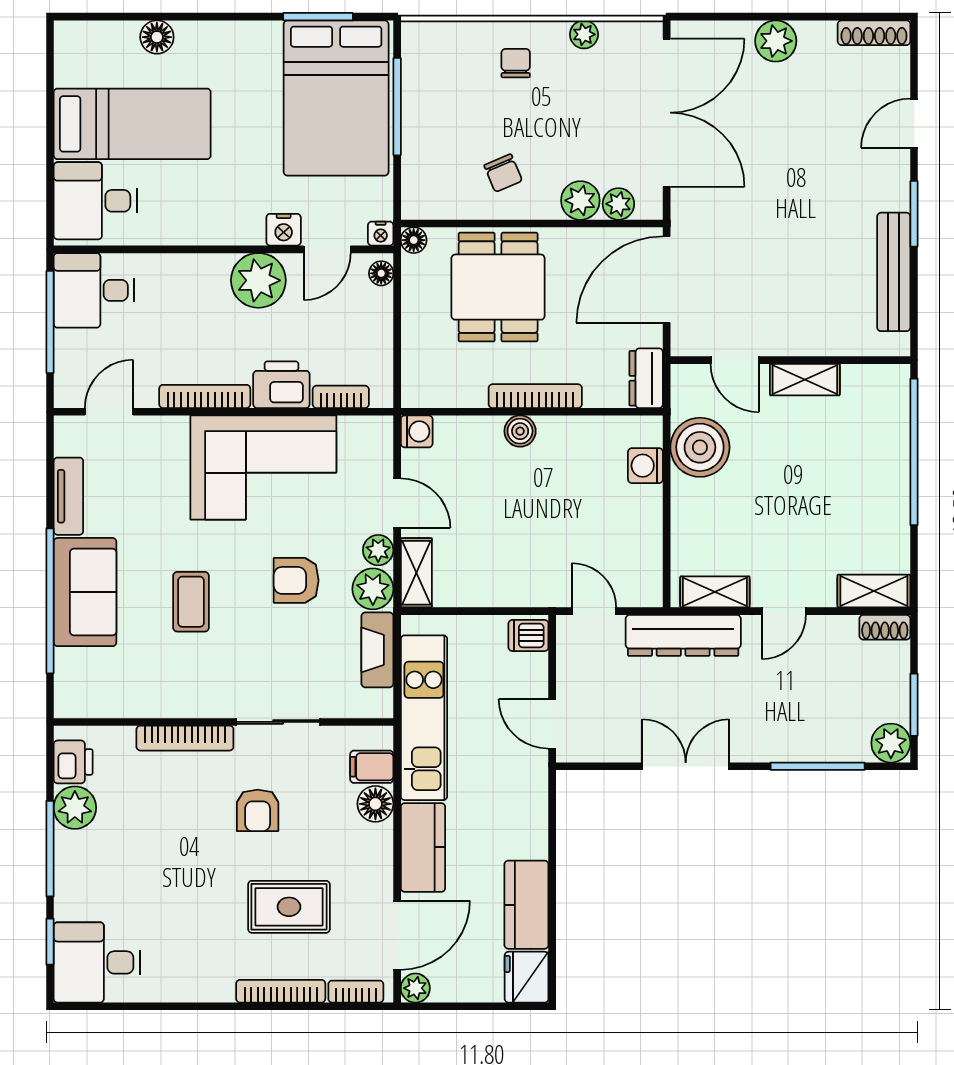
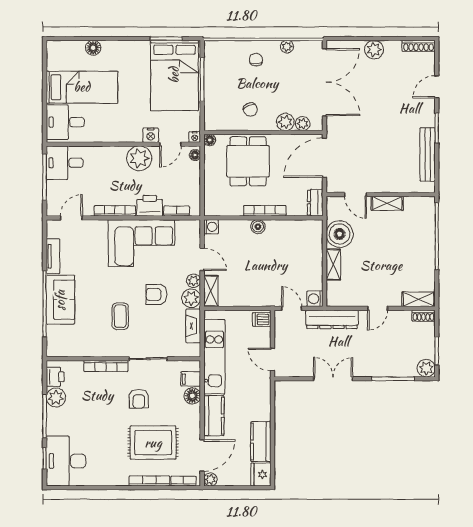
washing machine: (645, 466) -> (315, 299), moved
shelving: (715, 592) -> (333, 265), moved, turned 90
coffee table: (191, 602) -> (120, 316), moved
rug: (289, 907) -> (153, 443), width x1.36, depth x1.43
desk: (97, 962) -> (66, 461), width x1.37

